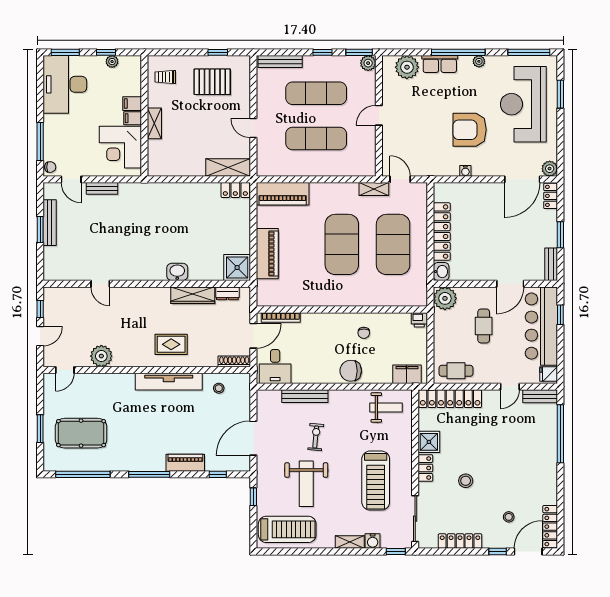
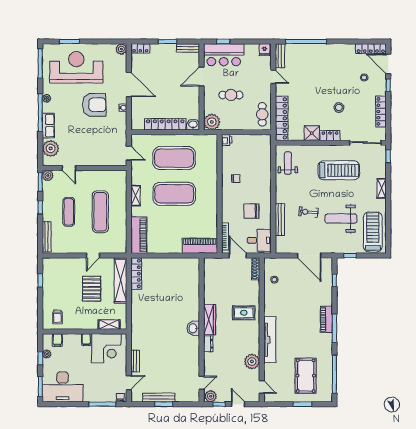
pallet: (212, 82) -> (92, 289), moved
exercise mat: (316, 93) -> (69, 212), width x0.73, depth x0.69
filing cabinet: (132, 104) -> (57, 340), moved
reception desk: (523, 104) -> (76, 67), turned 180
door: (379, 115) -> (69, 168), moved
shelving: (154, 123) -> (109, 324), moved
armchair: (470, 130) -> (94, 105), turned -90
shelving: (228, 167) -> (121, 280), width x1.47
door: (400, 179) -> (129, 153), swing flipped
door: (522, 179) -> (129, 85), moved
shelving: (374, 189) -> (136, 196), moved
locker: (235, 190) -> (136, 274), width x1.53
piano: (267, 254) -> (200, 246), moved
shower: (237, 268) -> (190, 267), removed
washbasin: (177, 272) -> (193, 328), moved
door: (100, 284) -> (202, 383), moved
door: (510, 284) -> (202, 77), swing flipped
dresser: (227, 293) -> (208, 344), moved
wardrobe: (193, 295) -> (210, 320), moved
plant: (51, 297) -> (211, 396), added
bar counter: (541, 326) -> (224, 55), width x0.73
rug: (171, 344) -> (244, 313), turned 90
chair: (351, 371) -> (251, 211), moved, turned 90
filing cabinet: (407, 374) -> (265, 148), removed
tv unit: (169, 382) -> (270, 340), moved
piano: (185, 463) -> (326, 319), moved
weight bench: (306, 484) -> (341, 219), turned 180
water cooler: (373, 541) -> (381, 172), removed

